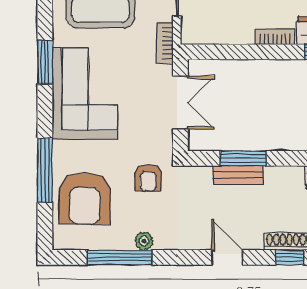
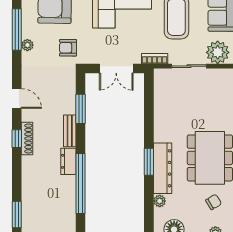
bookcase: (275, 37) -> (158, 129), removed
bench: (238, 175) -> (70, 131), moved
door: (227, 257) -> (17, 99), hinge flipped

